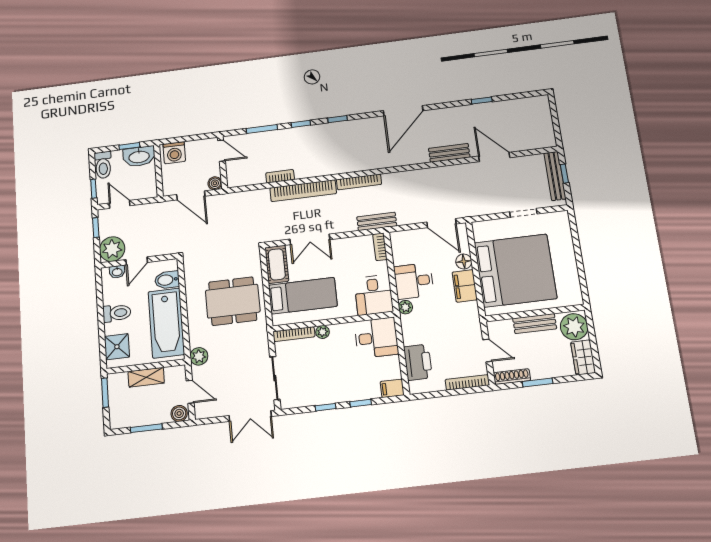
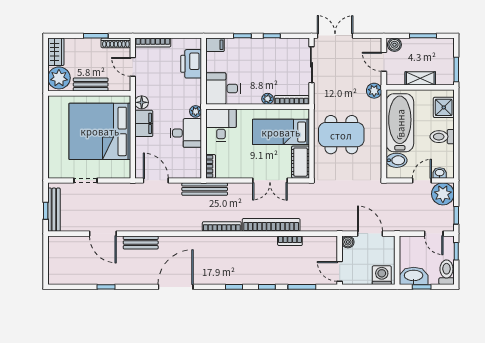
bench: (377, 221) -> (205, 189), width x1.36
double door: (310, 239) -> (270, 180), swing flipped
floor lamp: (464, 261) -> (142, 102), moved

